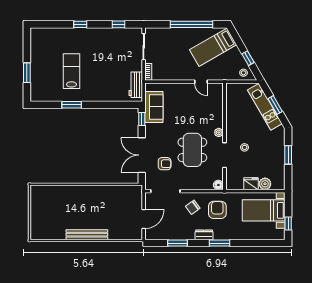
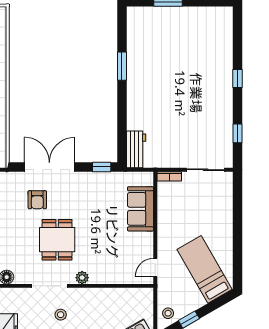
window: (192, 24) -> (237, 239), removed
lab bench: (71, 71) -> (170, 66), removed
door: (201, 82) -> (155, 268), moved
workbench: (136, 85) -> (136, 149), moved, turned 90
sofa: (154, 107) -> (141, 209), moved, turned 90
dining table: (192, 150) -> (57, 240), width x0.73

